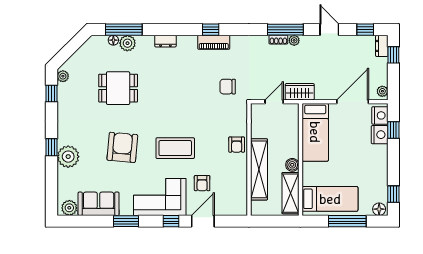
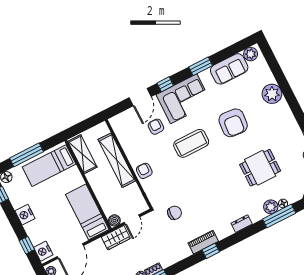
nightstand: (380, 135) -> (25, 215), moved
window: (52, 147) -> (289, 95), removed
boiler: (292, 165) -> (114, 220), moved

